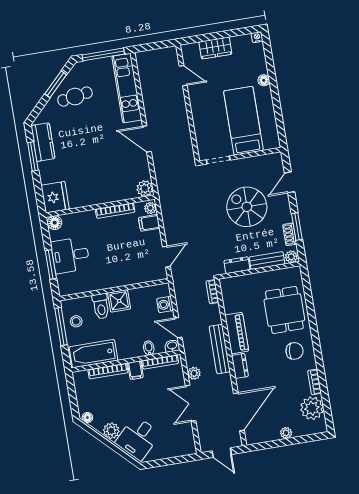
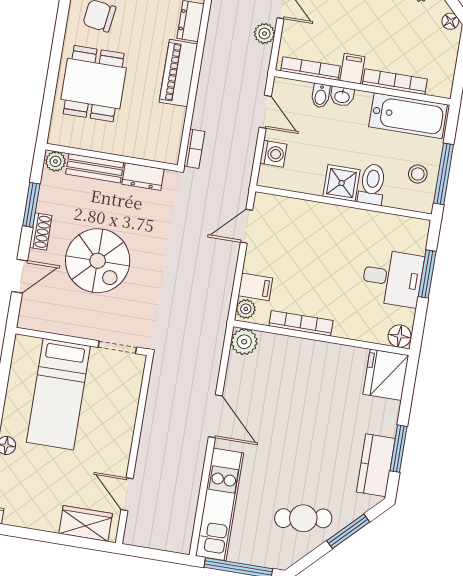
wardrobe: (215, 48) -> (86, 523), moved
window: (56, 84) -> (348, 531), moved
shoe rack: (290, 234) -> (41, 231), moved
washbasin: (172, 346) -> (342, 96), moved
bench: (220, 349) -> (213, 57), removed

